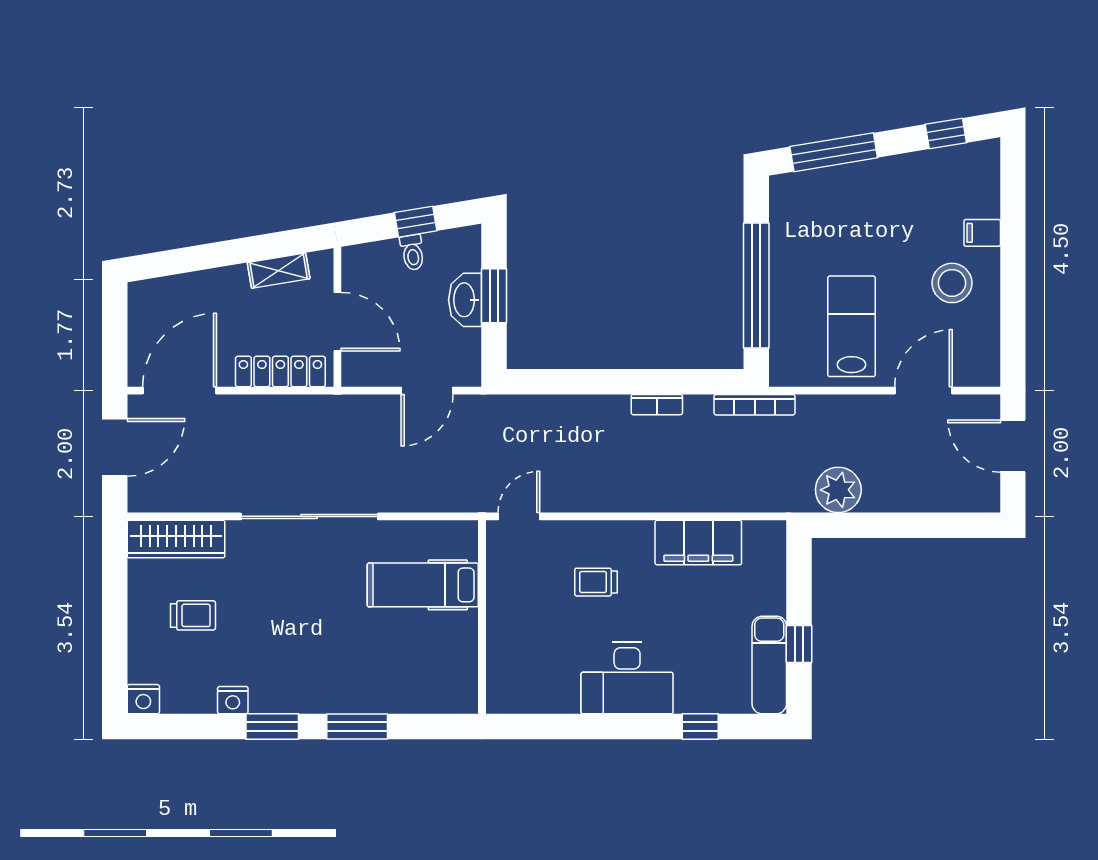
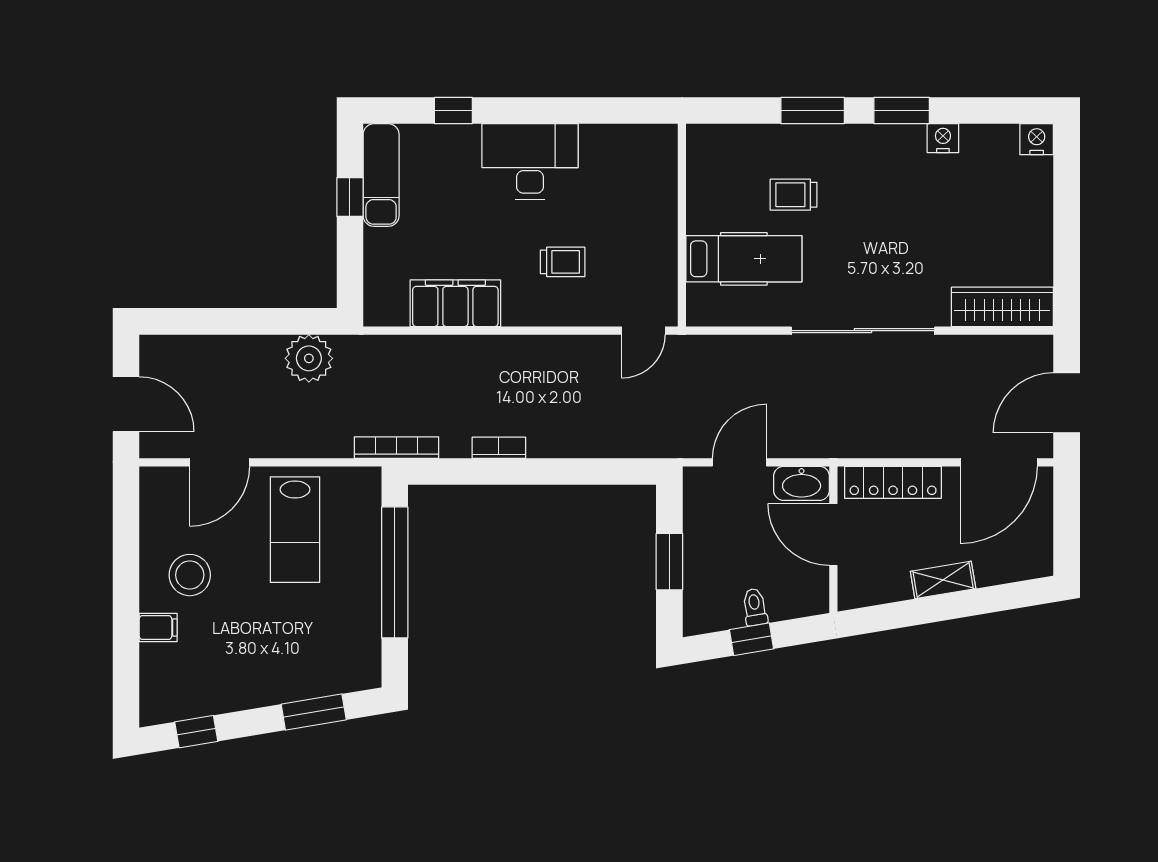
window: (834, 152) -> (314, 712), width x0.69
shelving: (279, 271) -> (943, 580), moved
washbasin: (465, 300) -> (802, 483), moved, turned 90
trolley: (193, 615) -> (794, 195), moved

